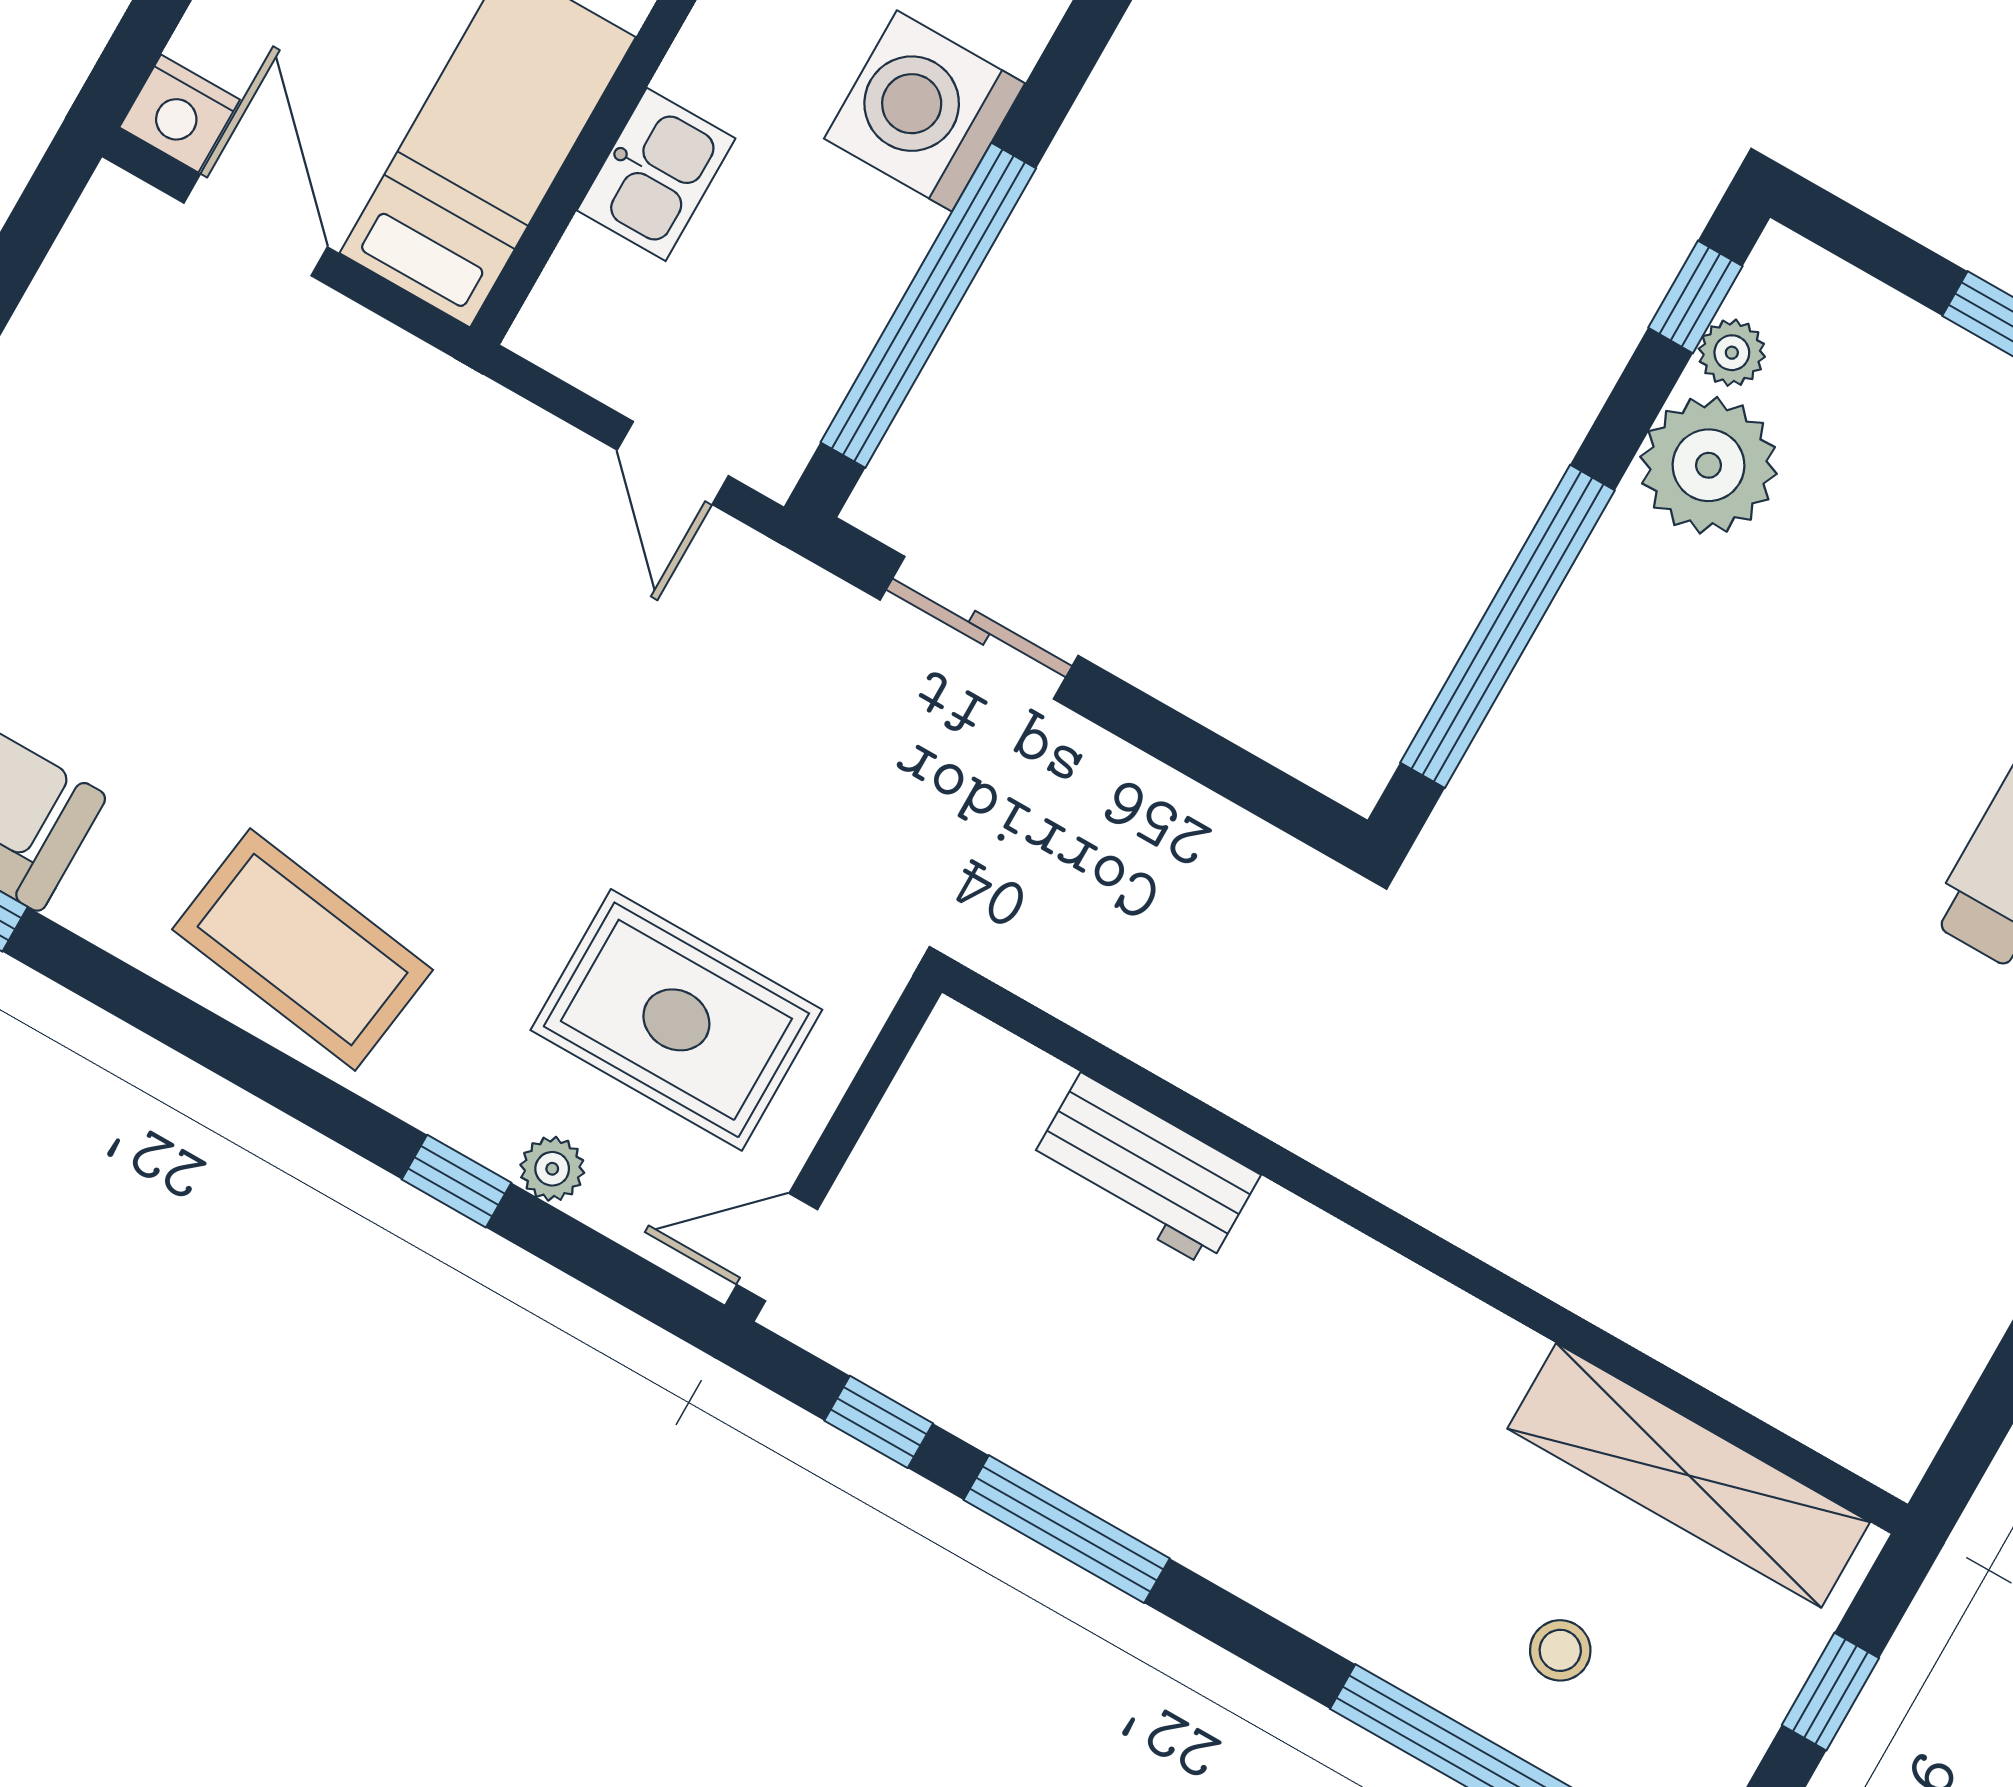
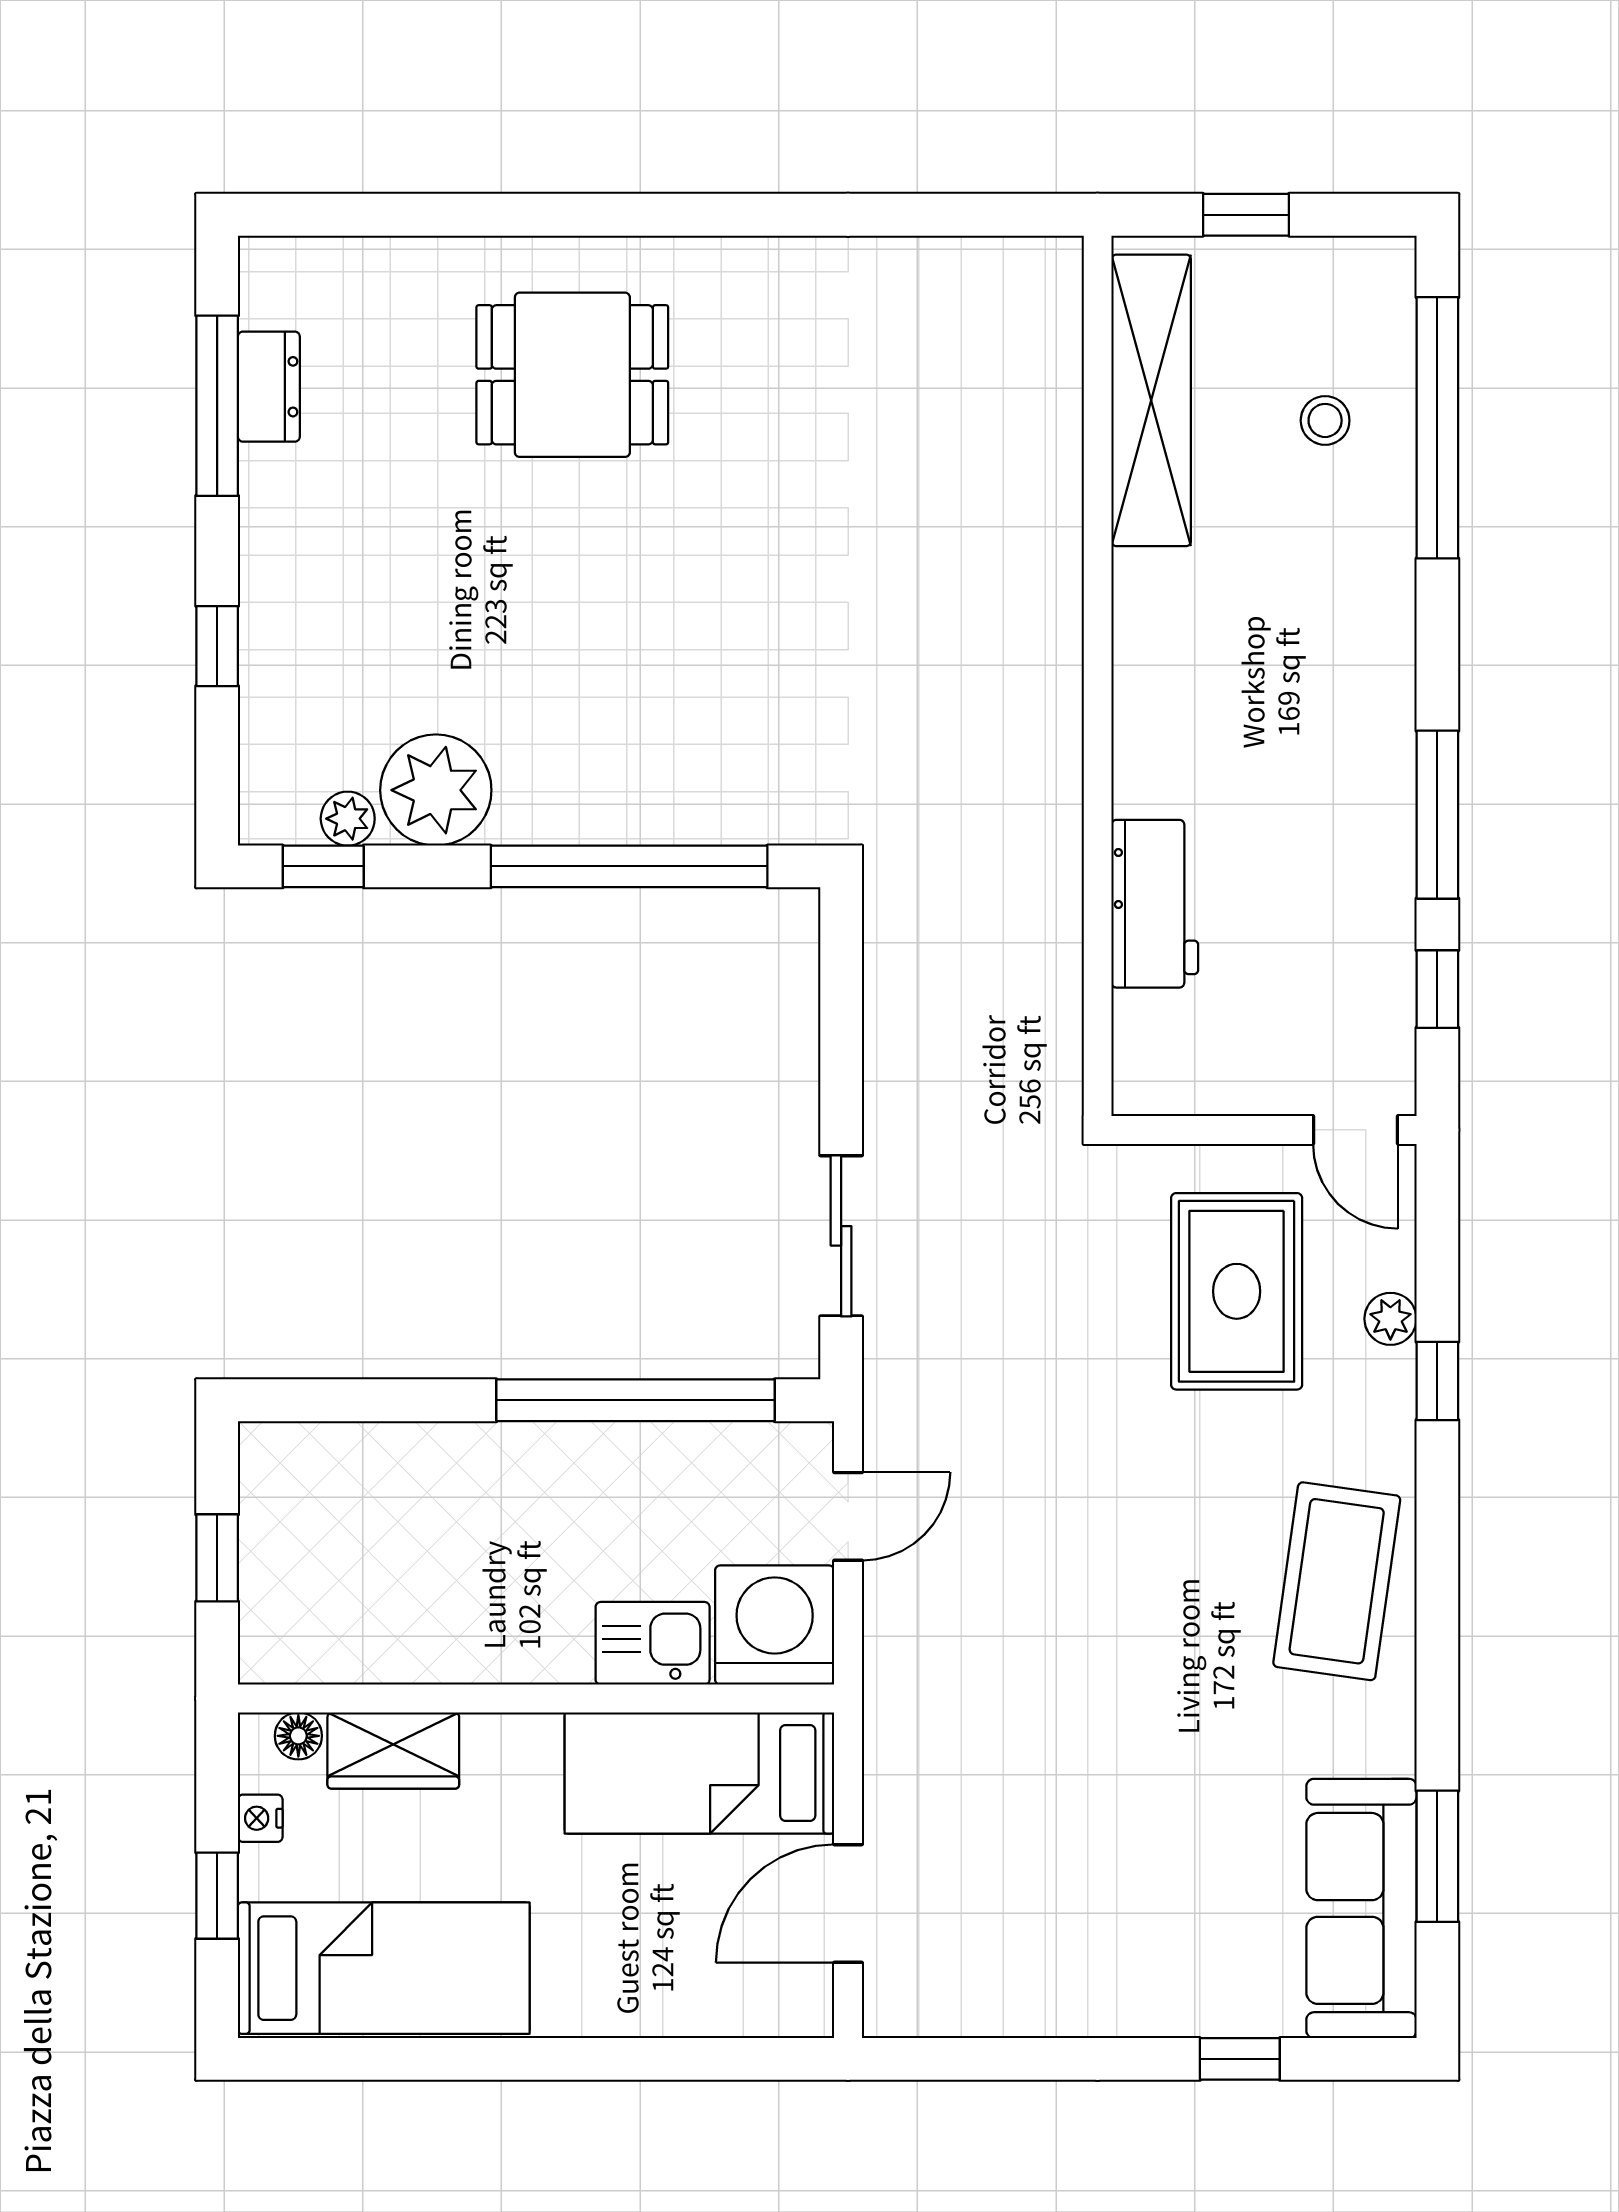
washing machine: (924, 111) -> (775, 1625), moved, turned 180
nightstand: (180, 114) -> (800, 2001), removed

